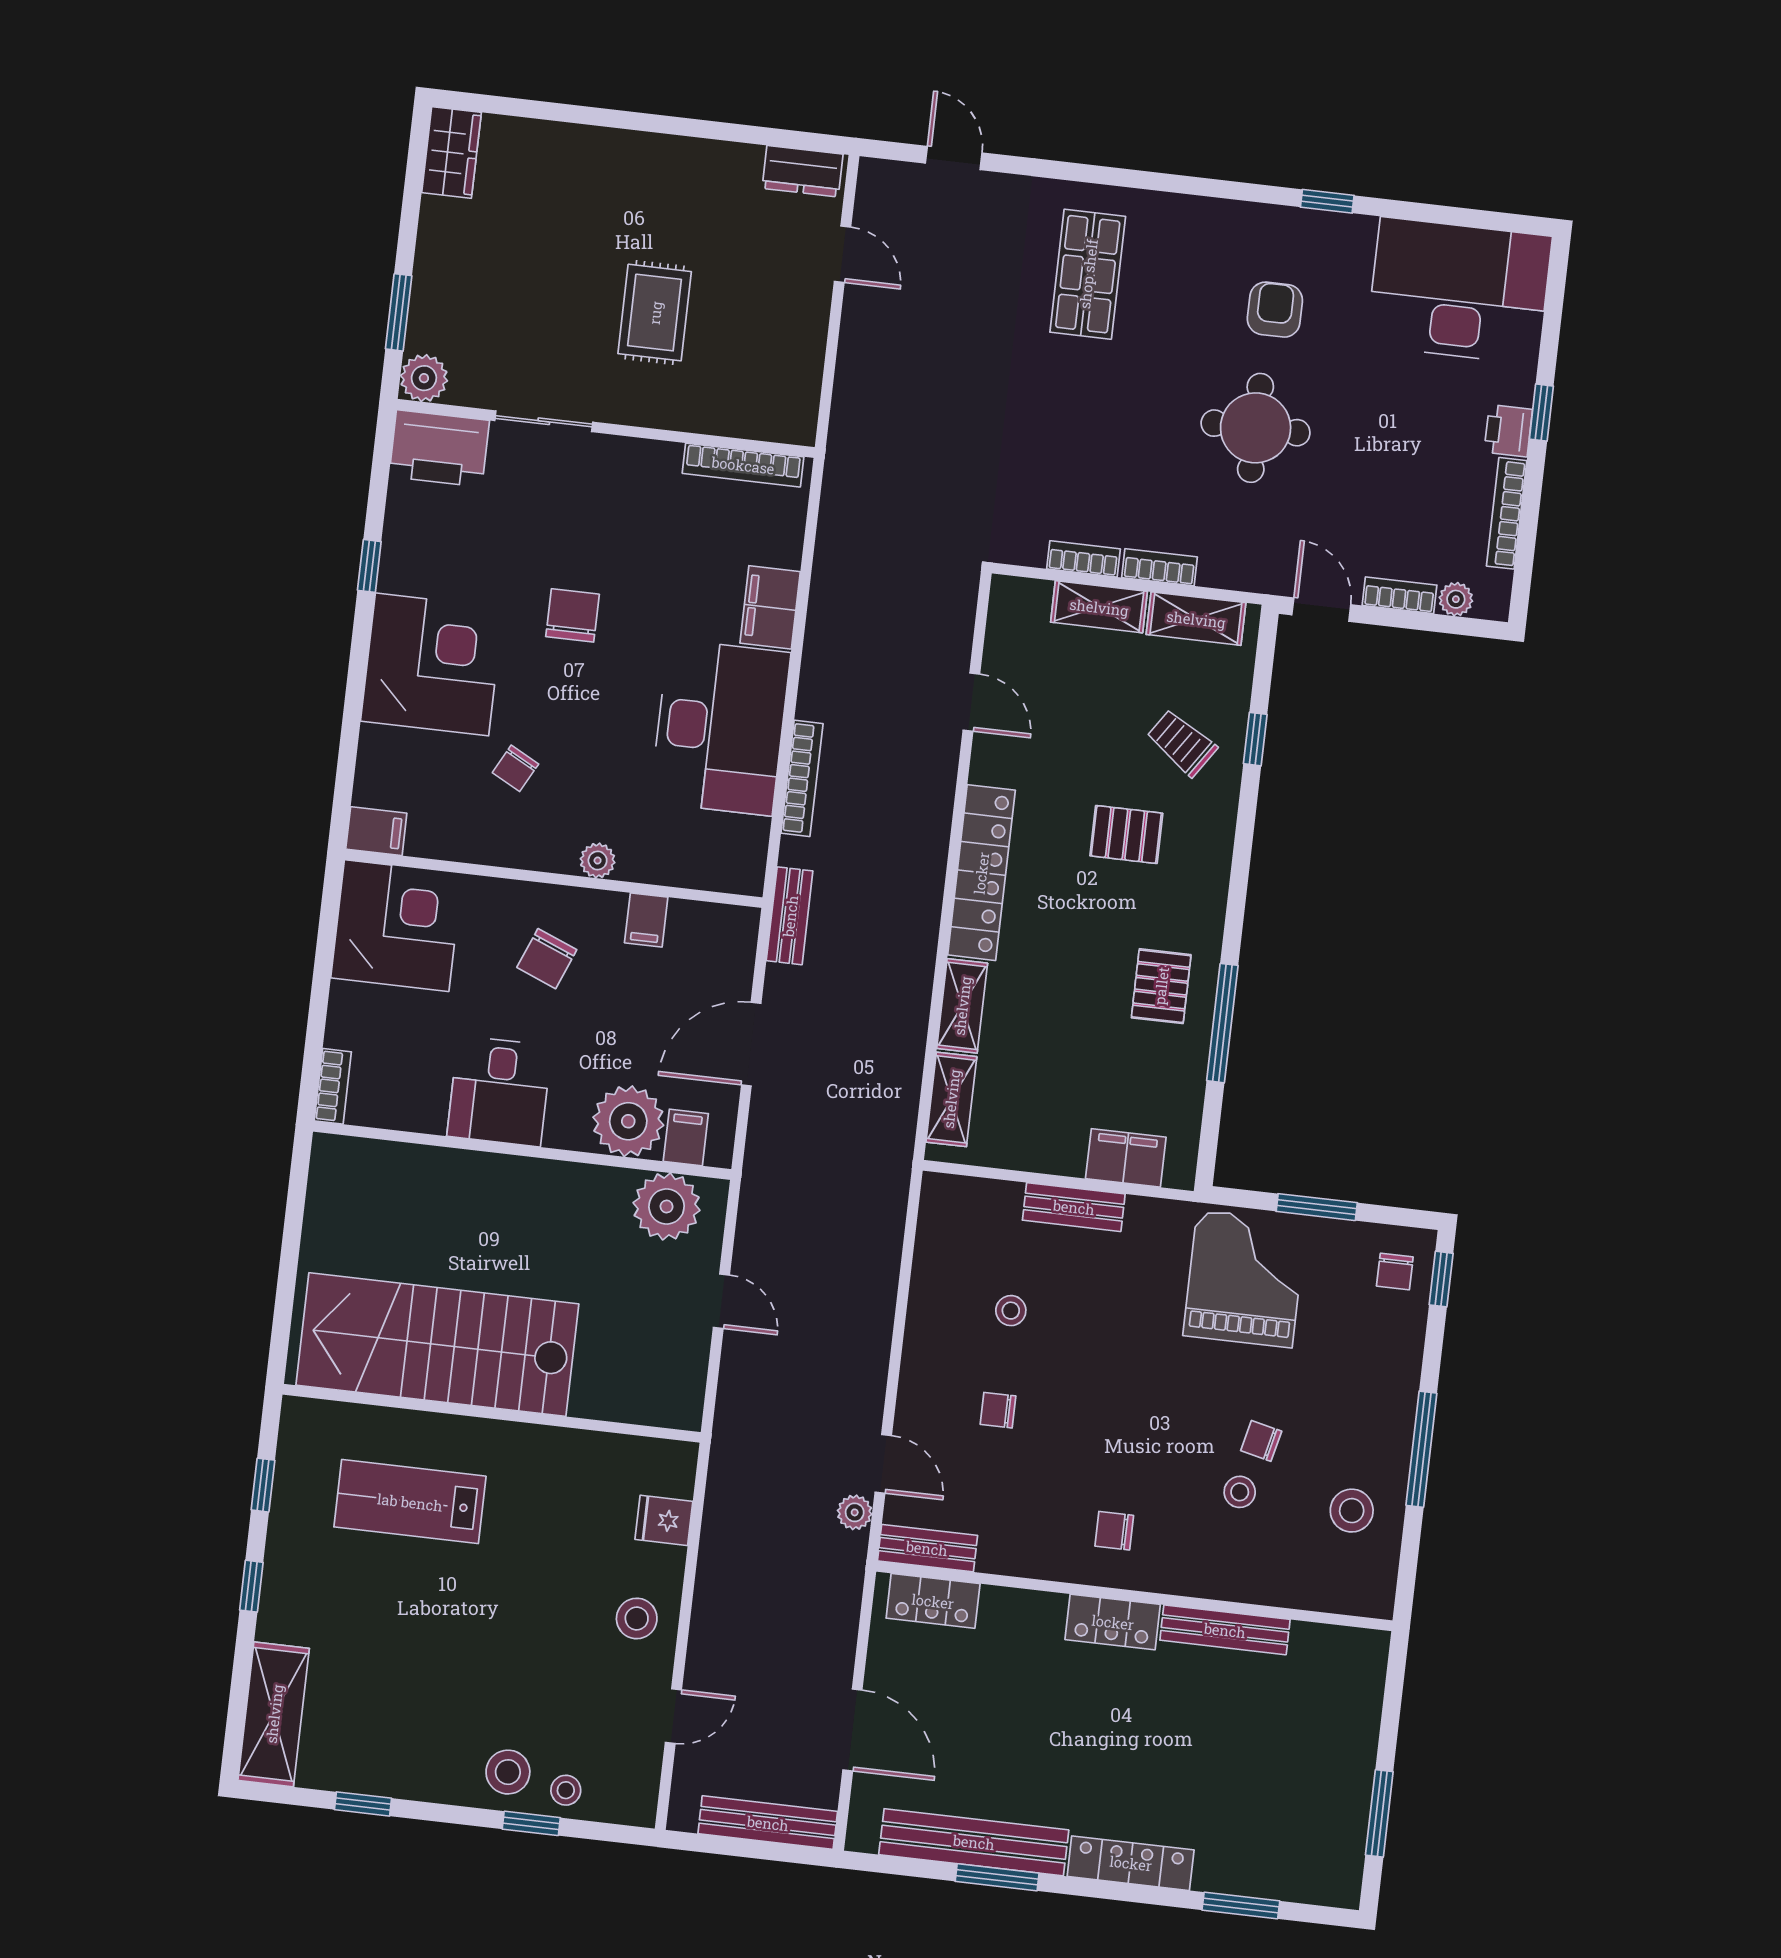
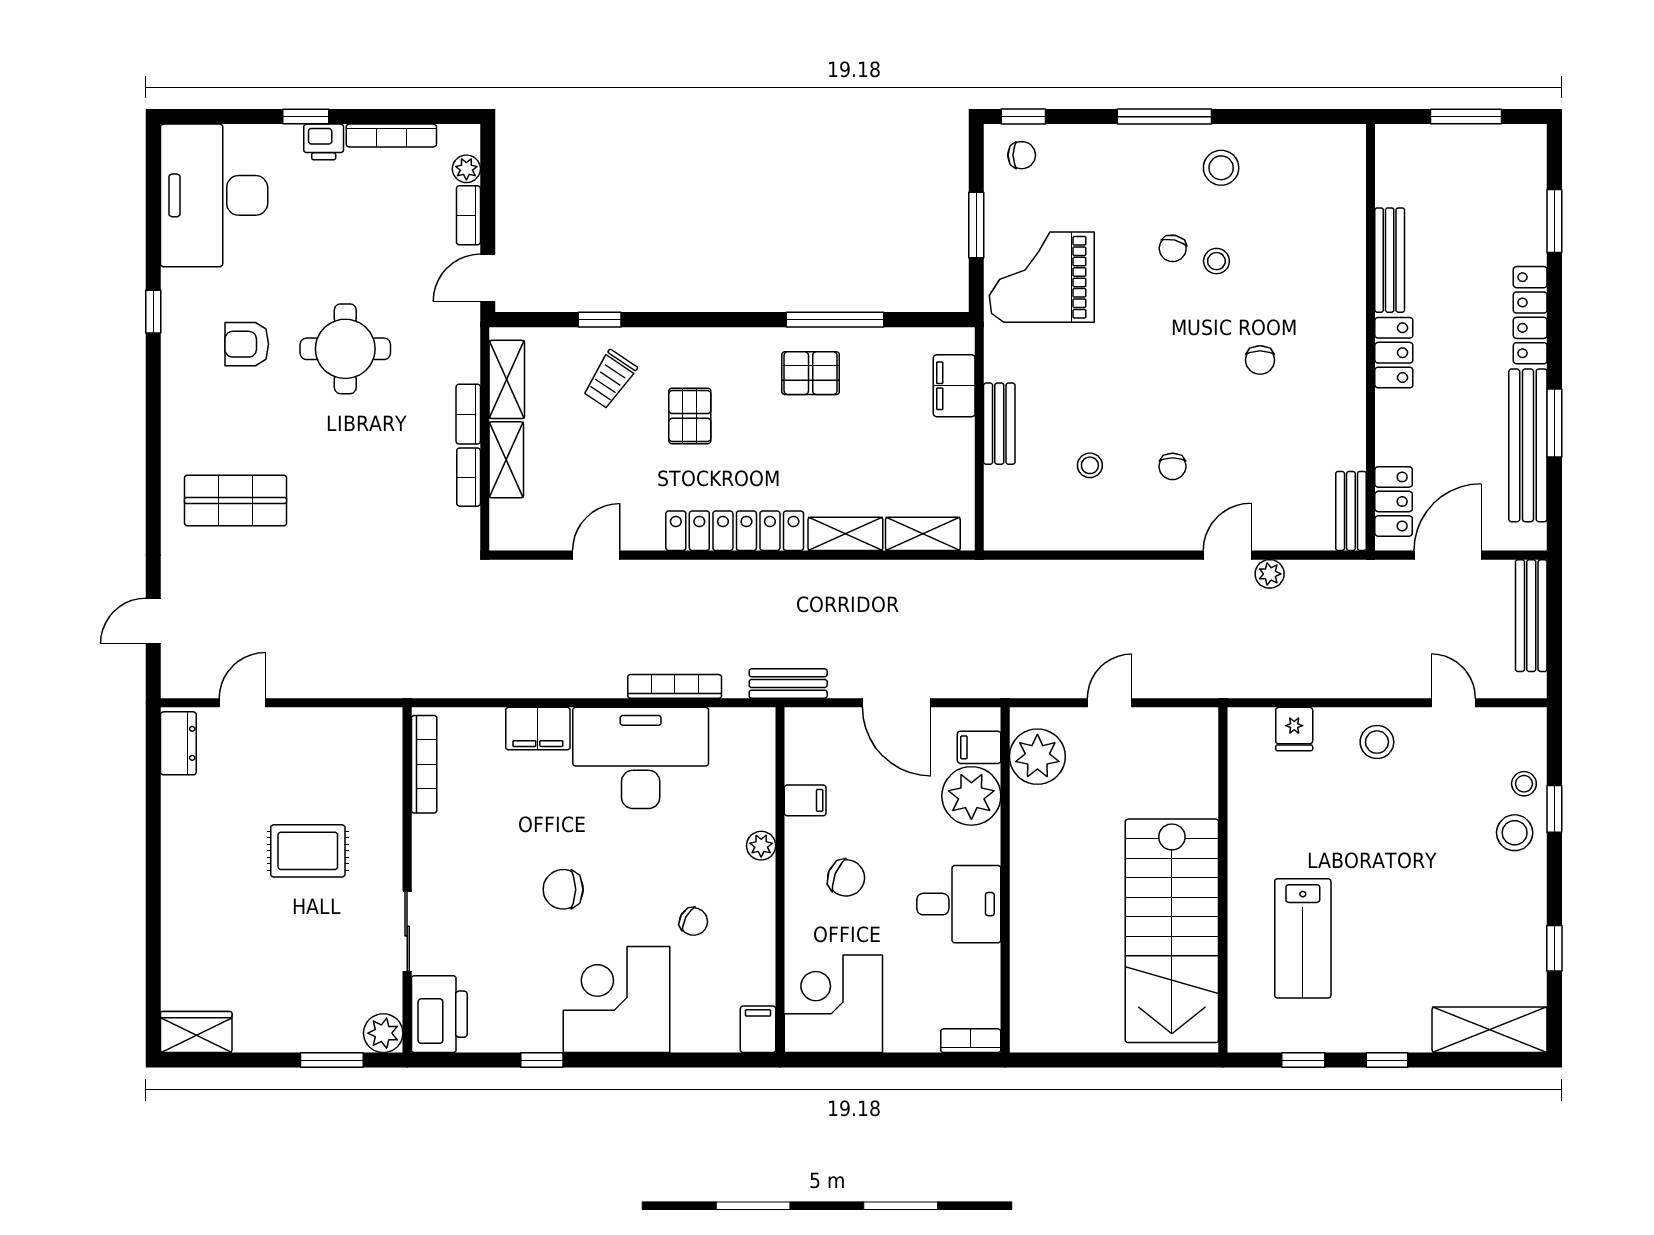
bench: (927, 1548) -> (1351, 511), moved
wall: (1134, 1596) -> (1371, 337), moved
locker: (933, 1601) -> (1394, 501), moved
locker: (1113, 1622) -> (1394, 353), moved
bench: (1225, 1630) -> (1390, 260), moved

